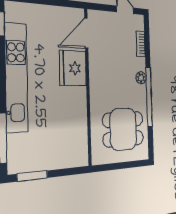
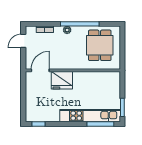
door: (86, 33) -> (40, 70), swing flipped
kitchen unit: (16, 77) -> (90, 116), moved

